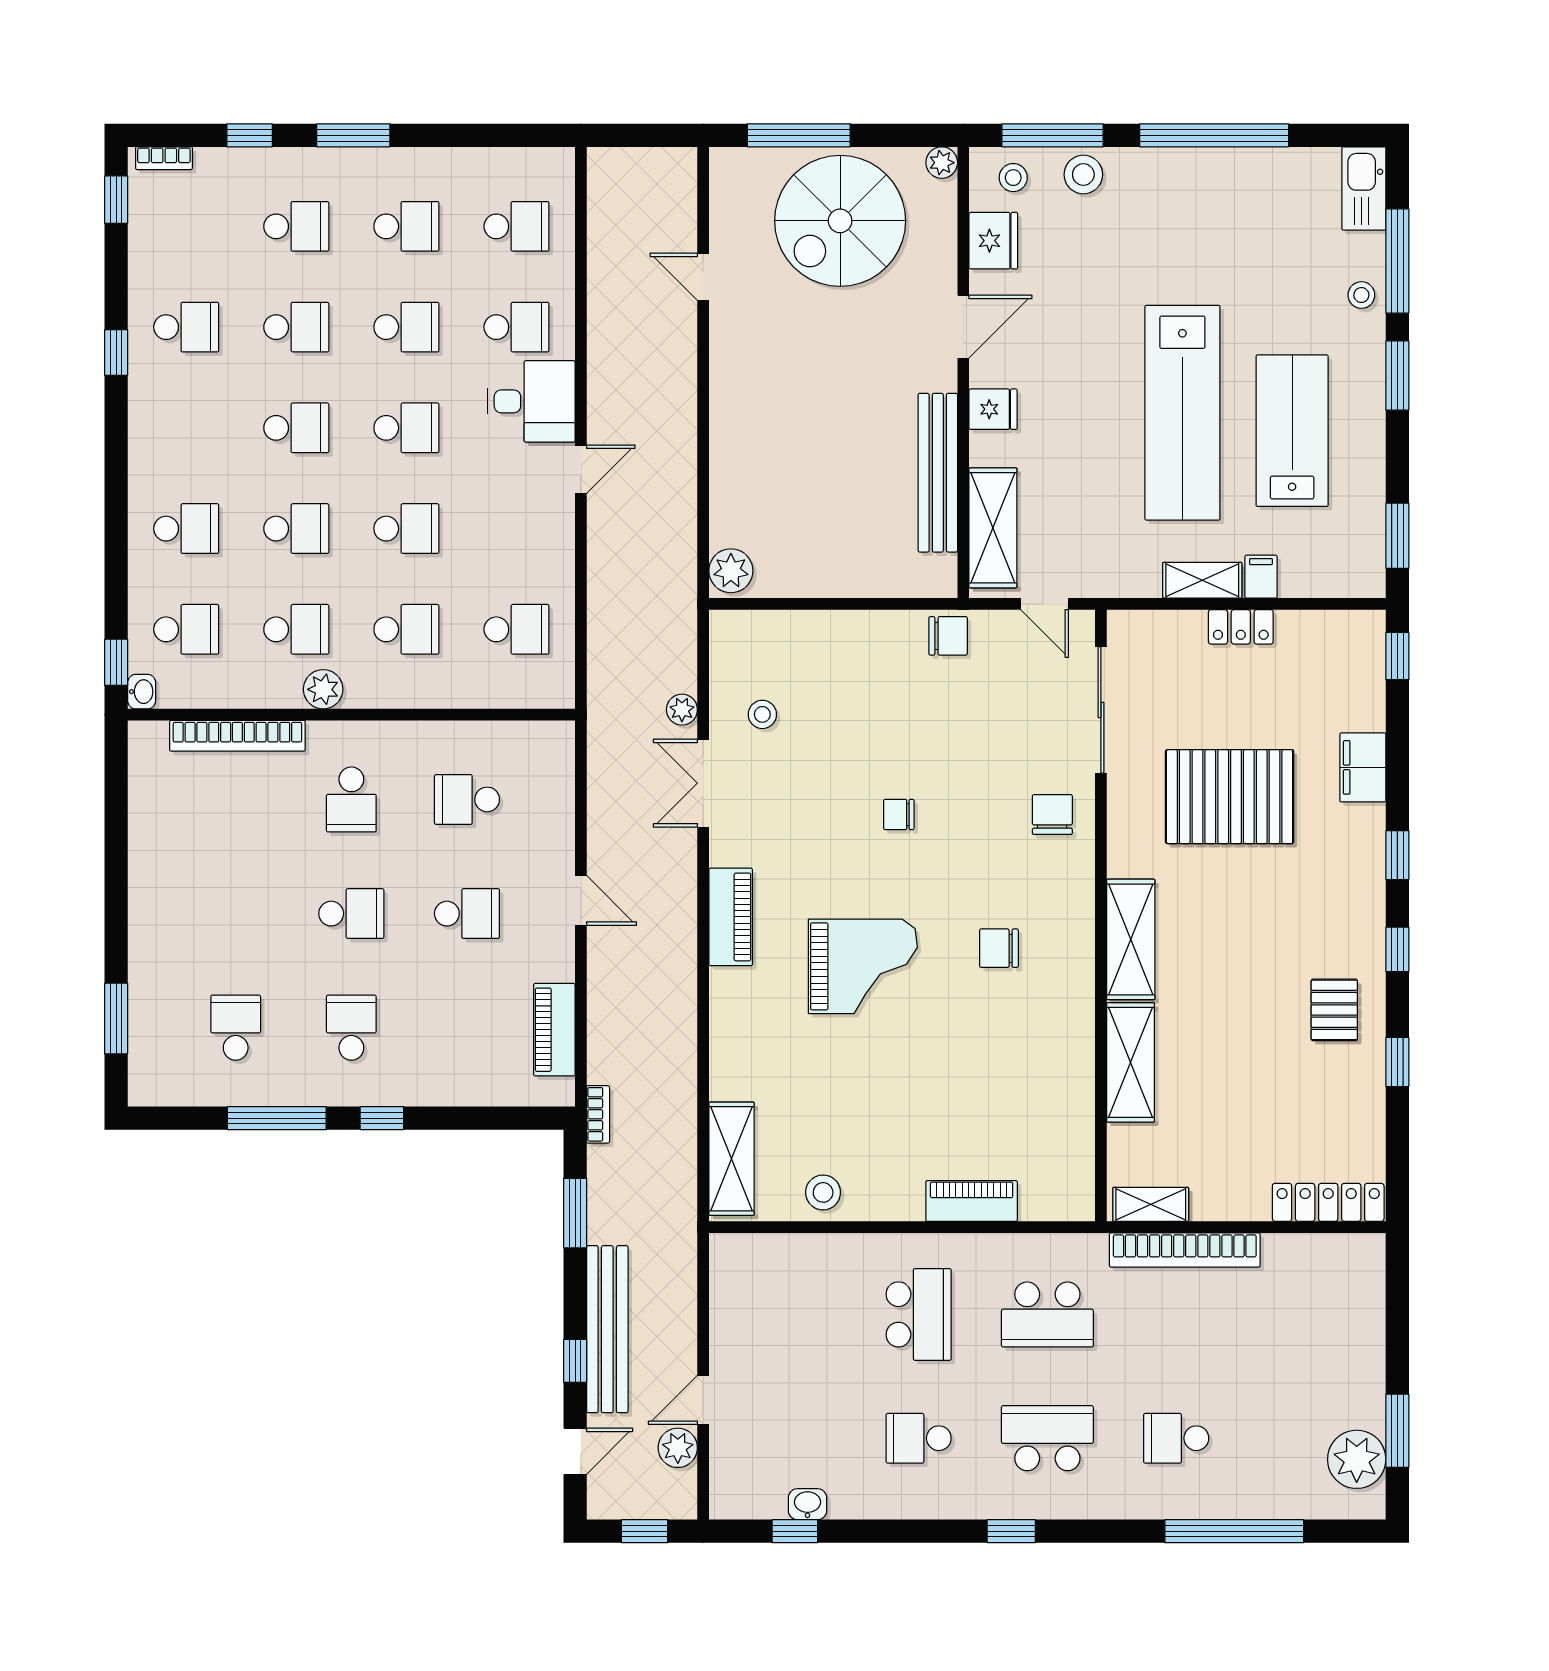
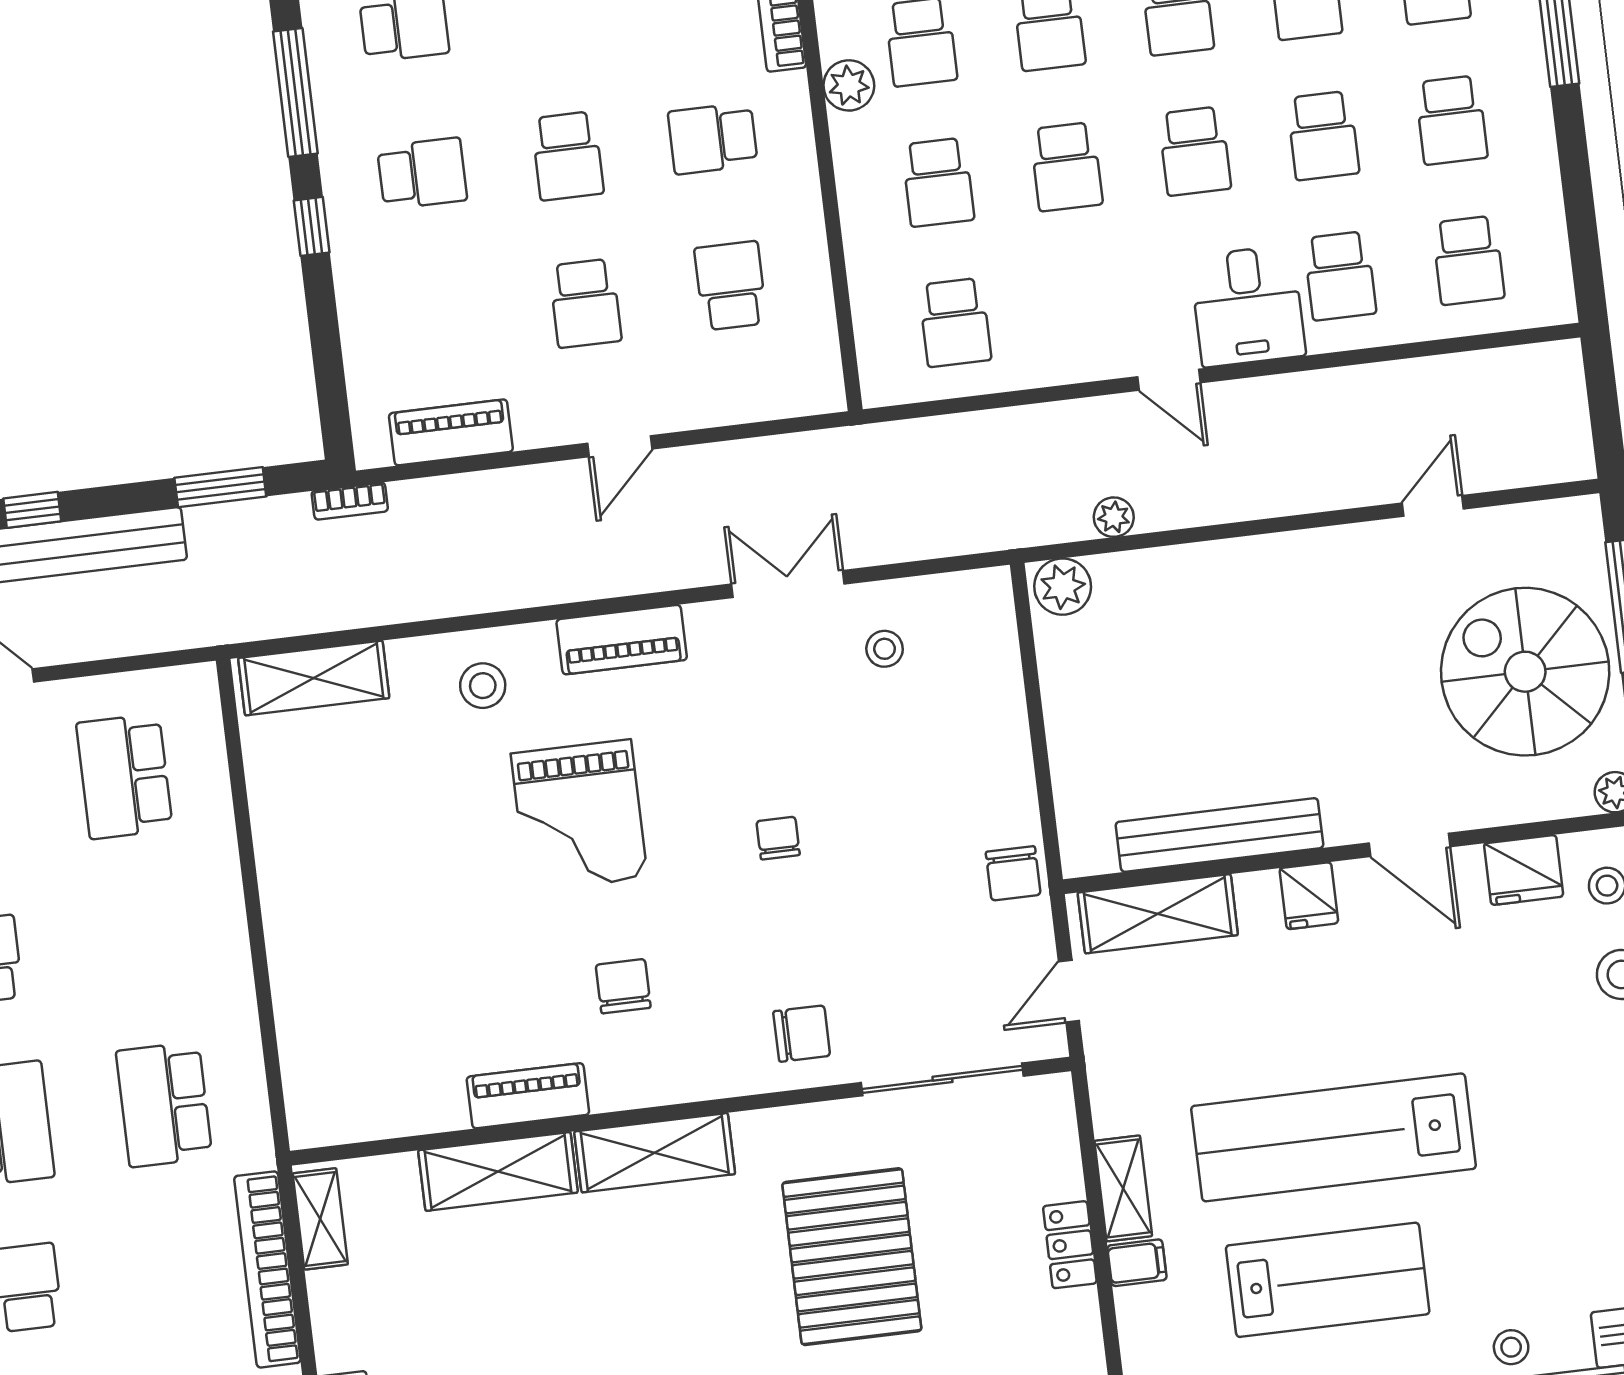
plant: (682, 710) -> (1114, 517), moved
stool: (823, 1192) -> (483, 686), moved
piano: (972, 1201) -> (528, 1096), moved, turned -90
school desk: (919, 1314) -> (124, 776), moved, turned 90

